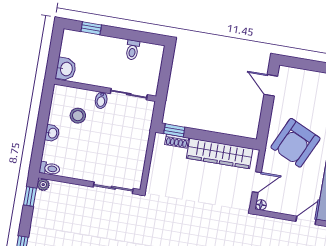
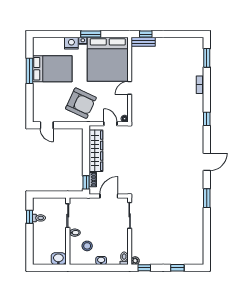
window: (91, 28) -> (29, 217), moved
door: (271, 85) -> (47, 125), hinge flipped
door: (148, 161) -> (109, 196), added
door: (306, 220) -> (130, 88), hinge flipped

